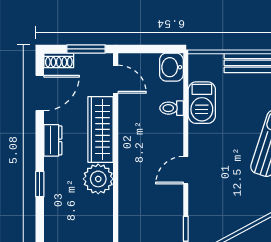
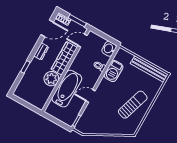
door: (116, 79) -> (83, 41), swing flipped
bathtub: (136, 181) -> (67, 89), added

